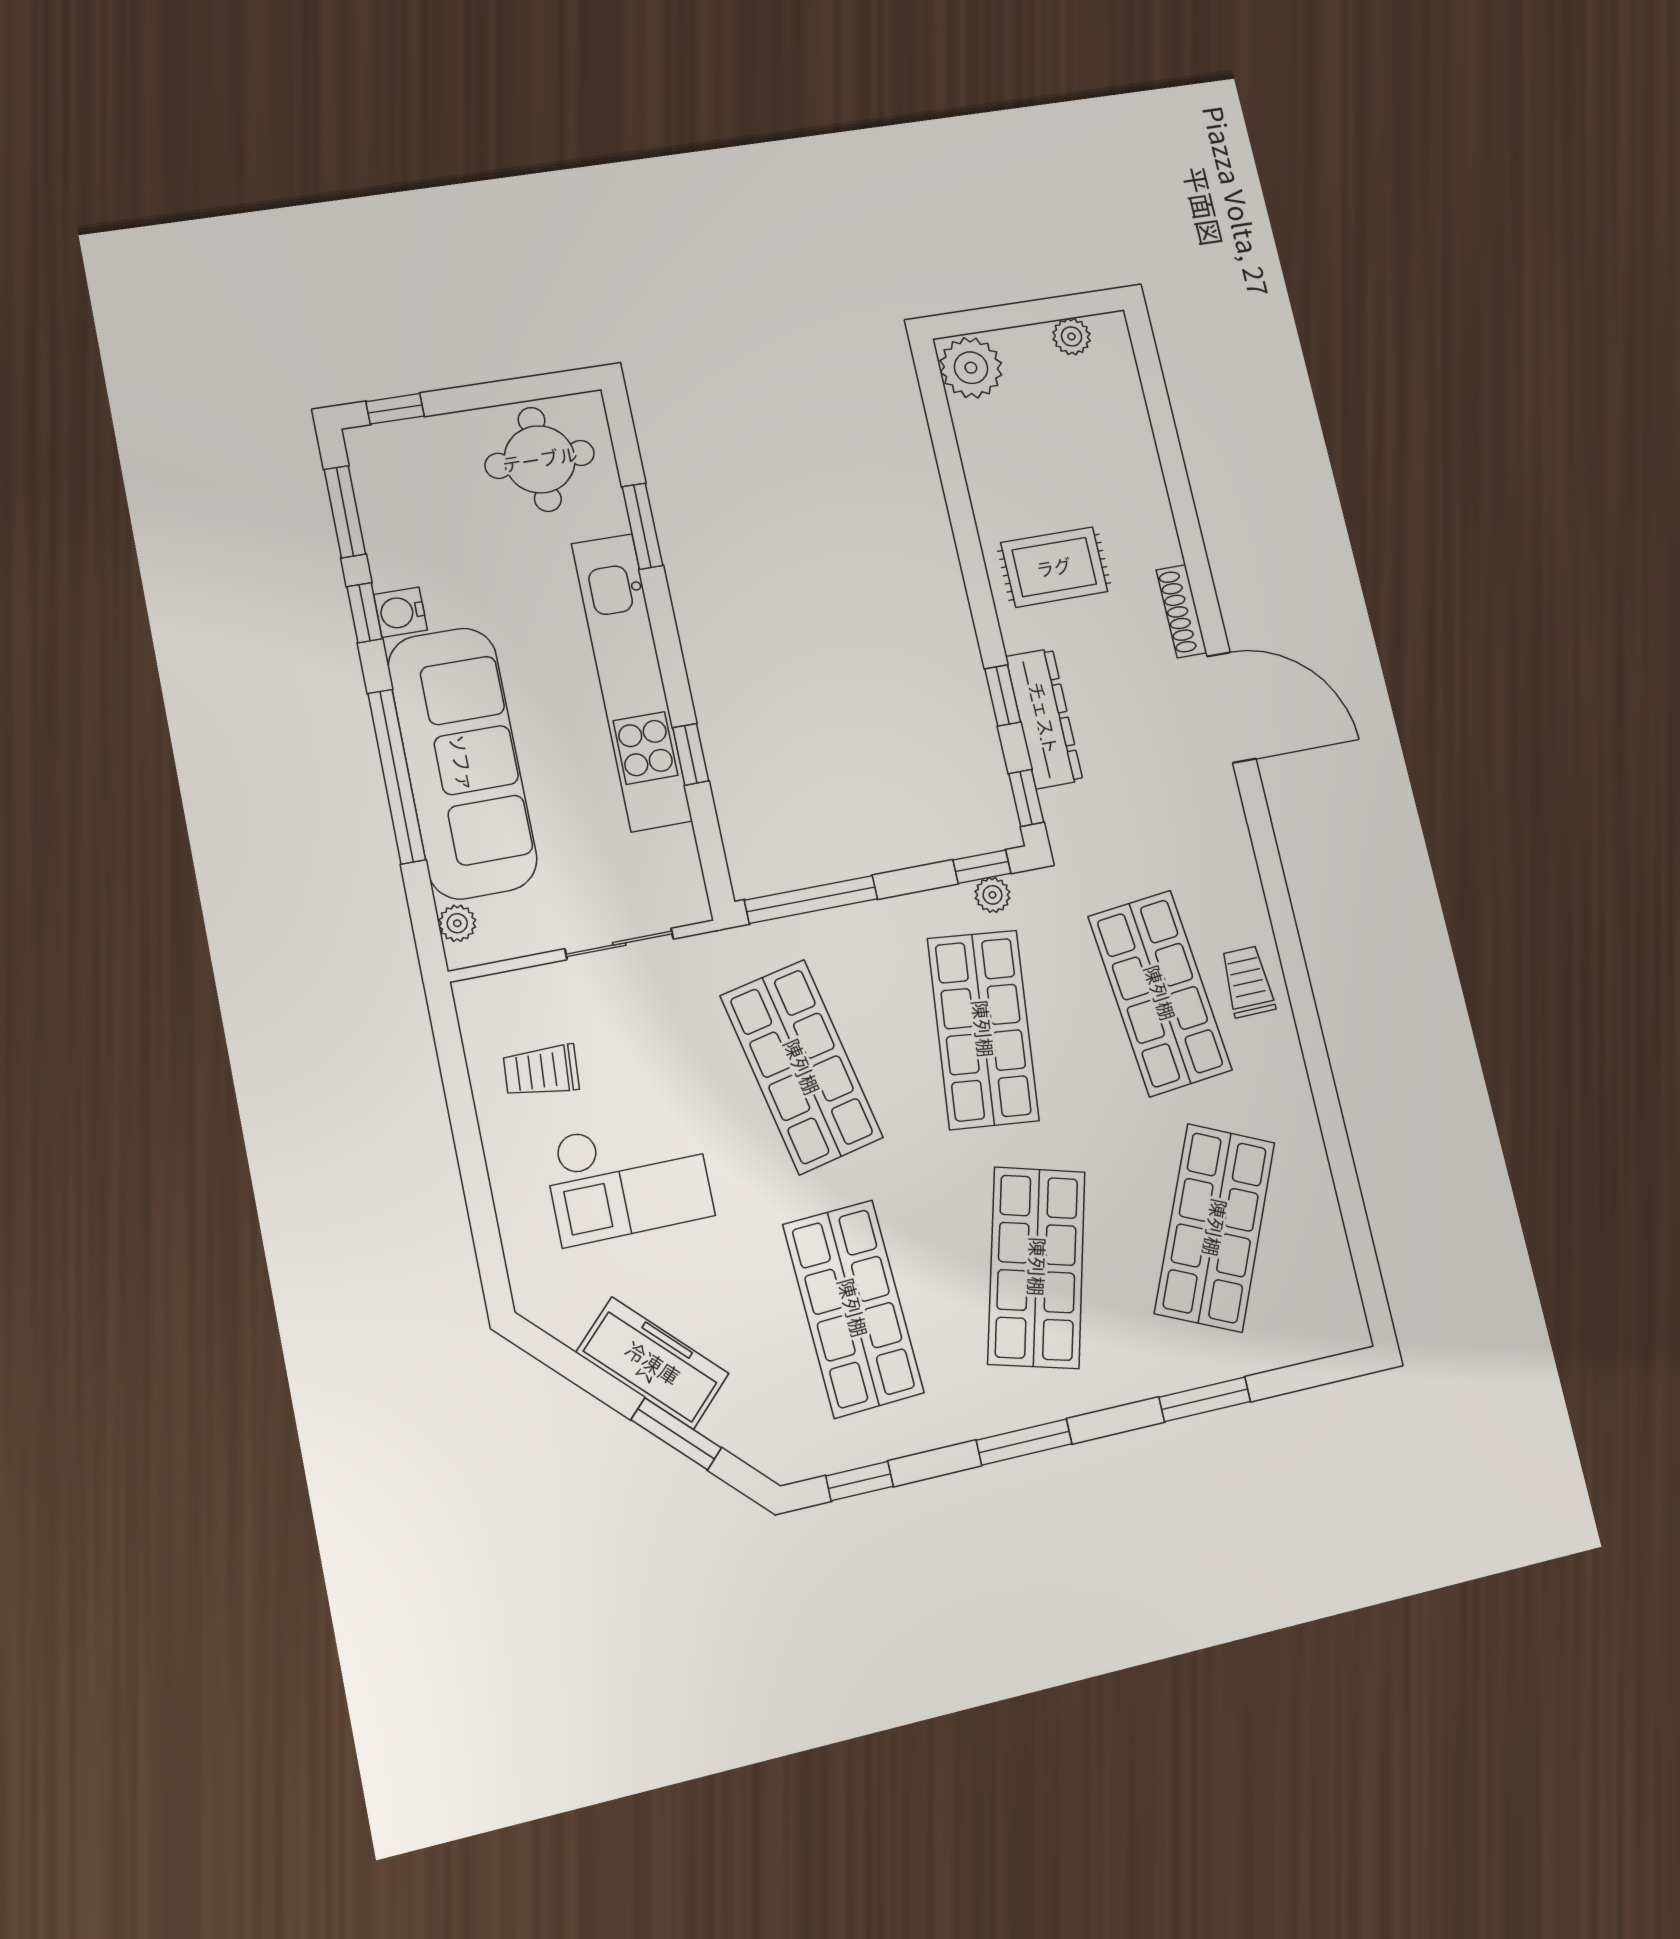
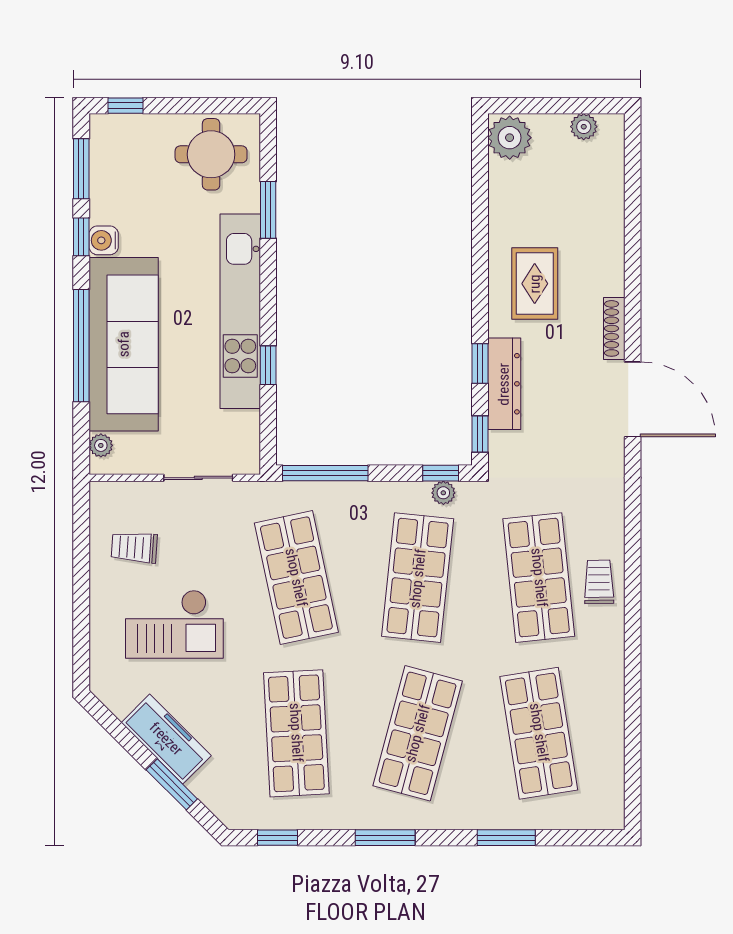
rug: (1054, 567) -> (535, 284), turned 90
shop shelf: (1215, 1228) -> (539, 733), turned -33

